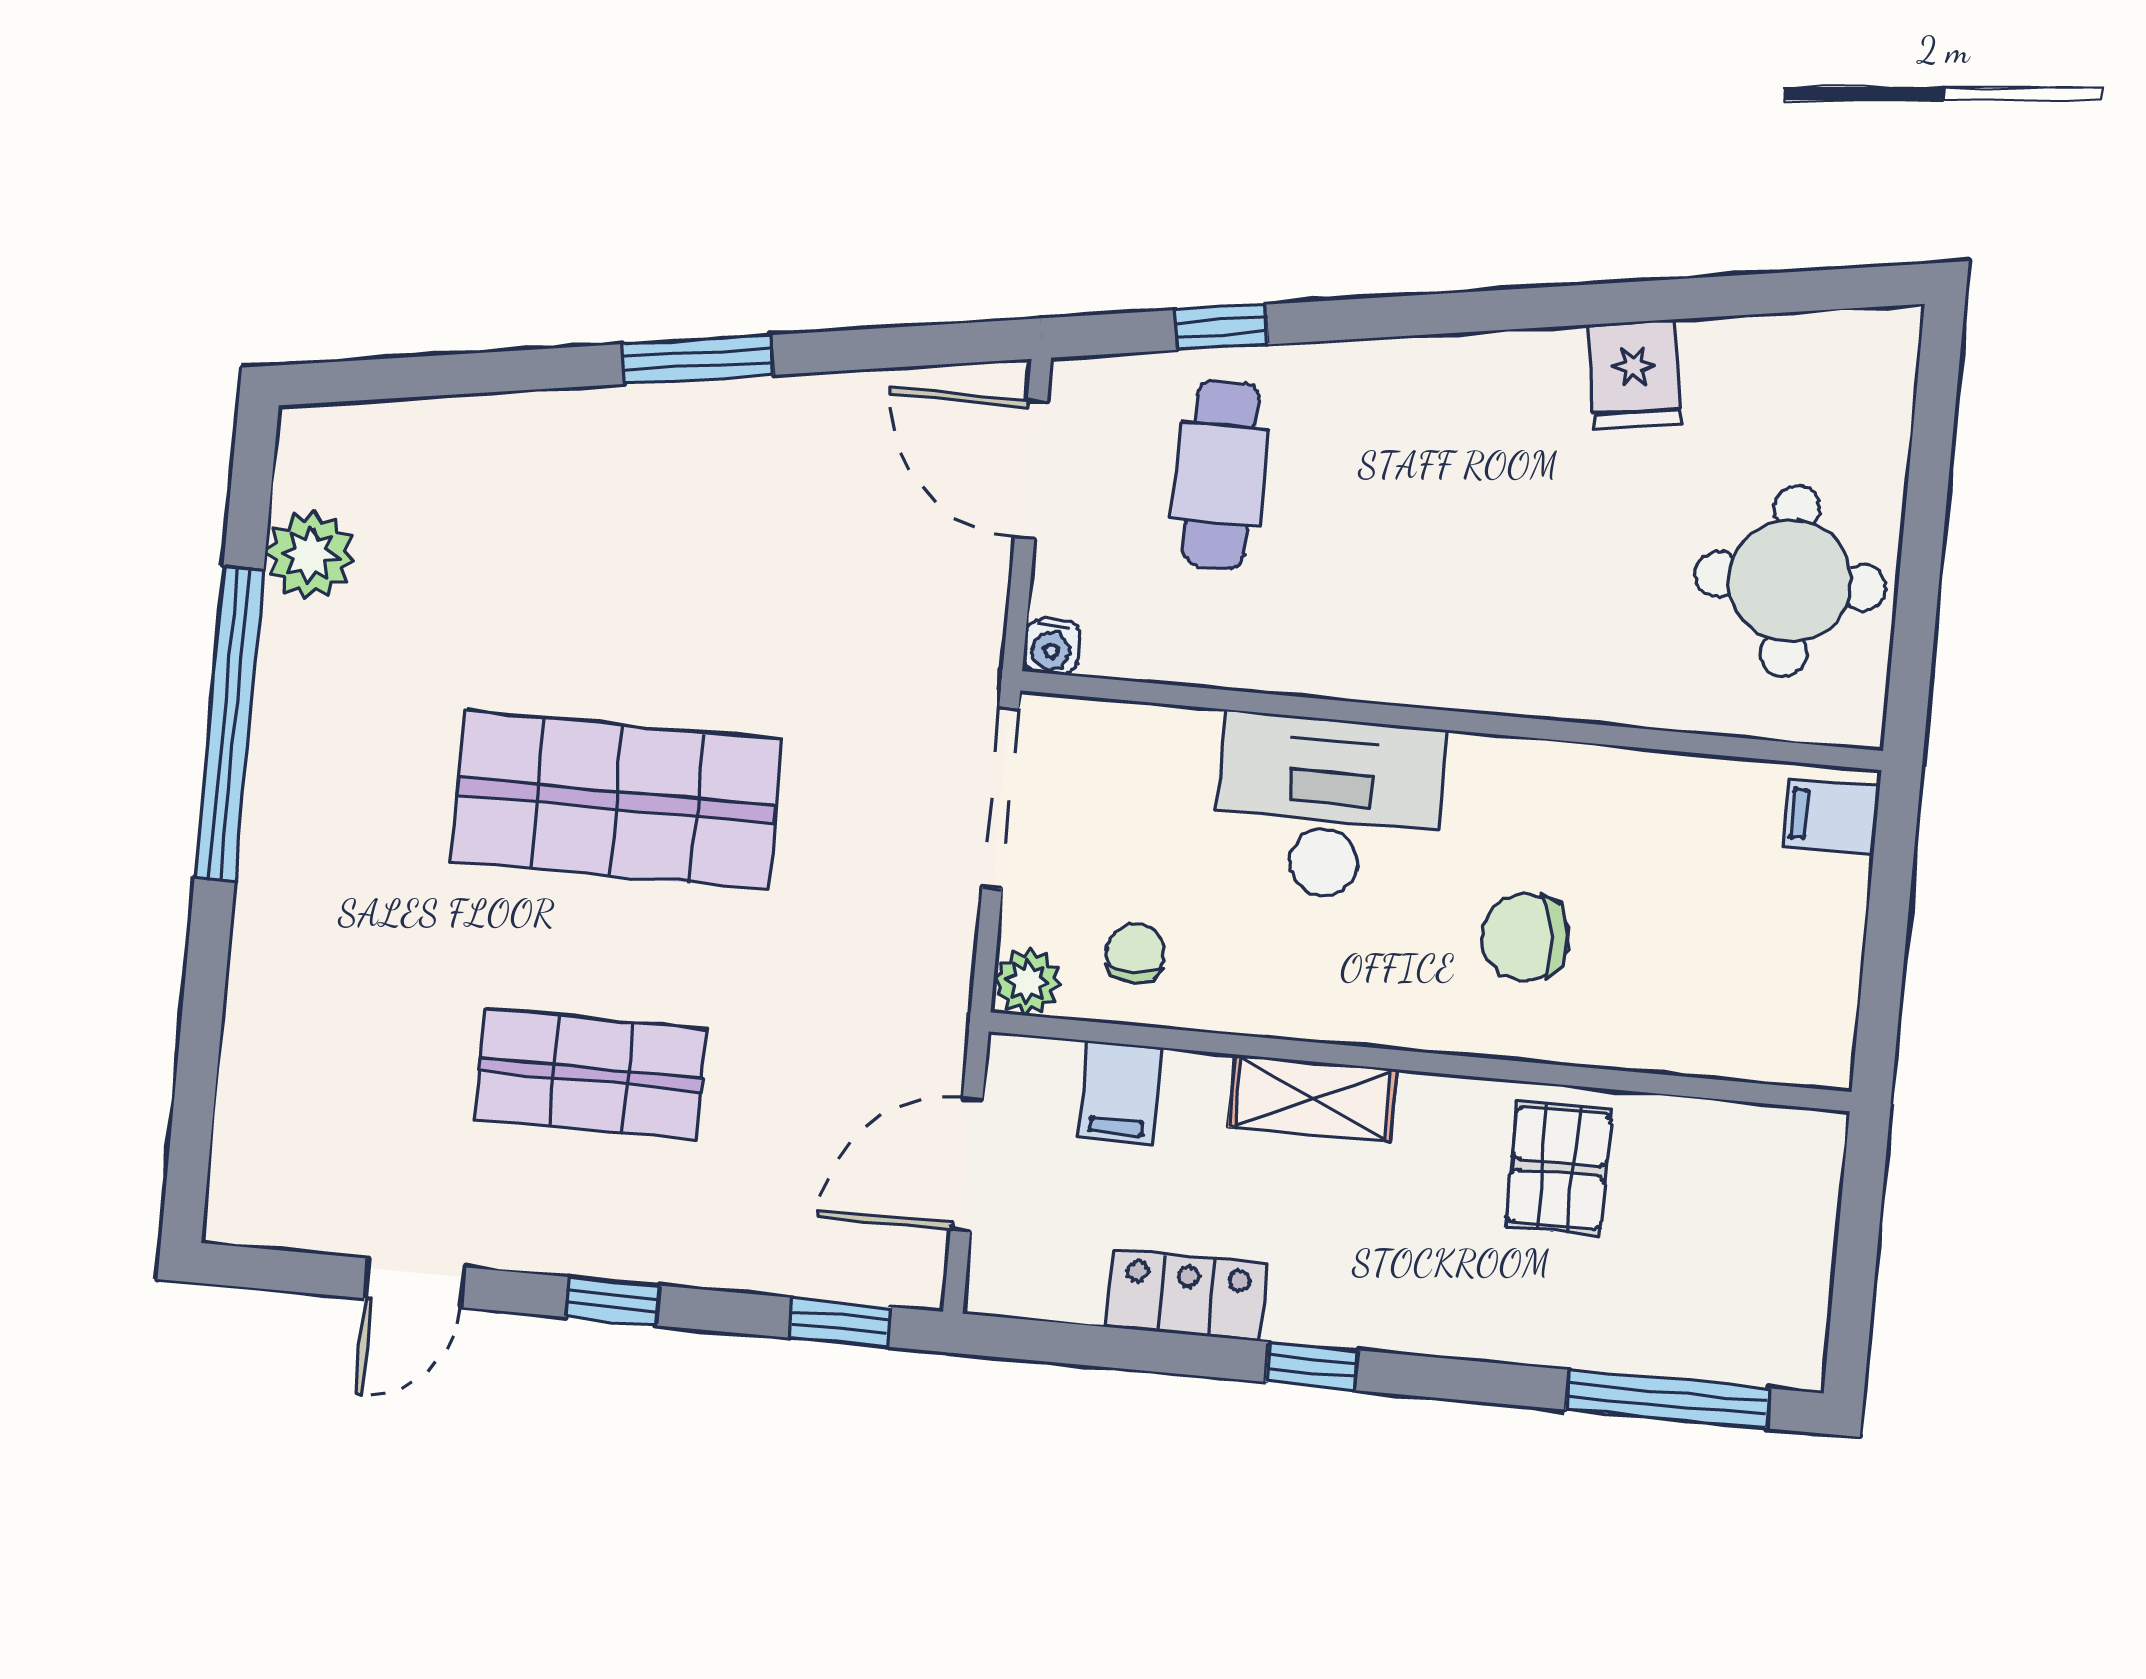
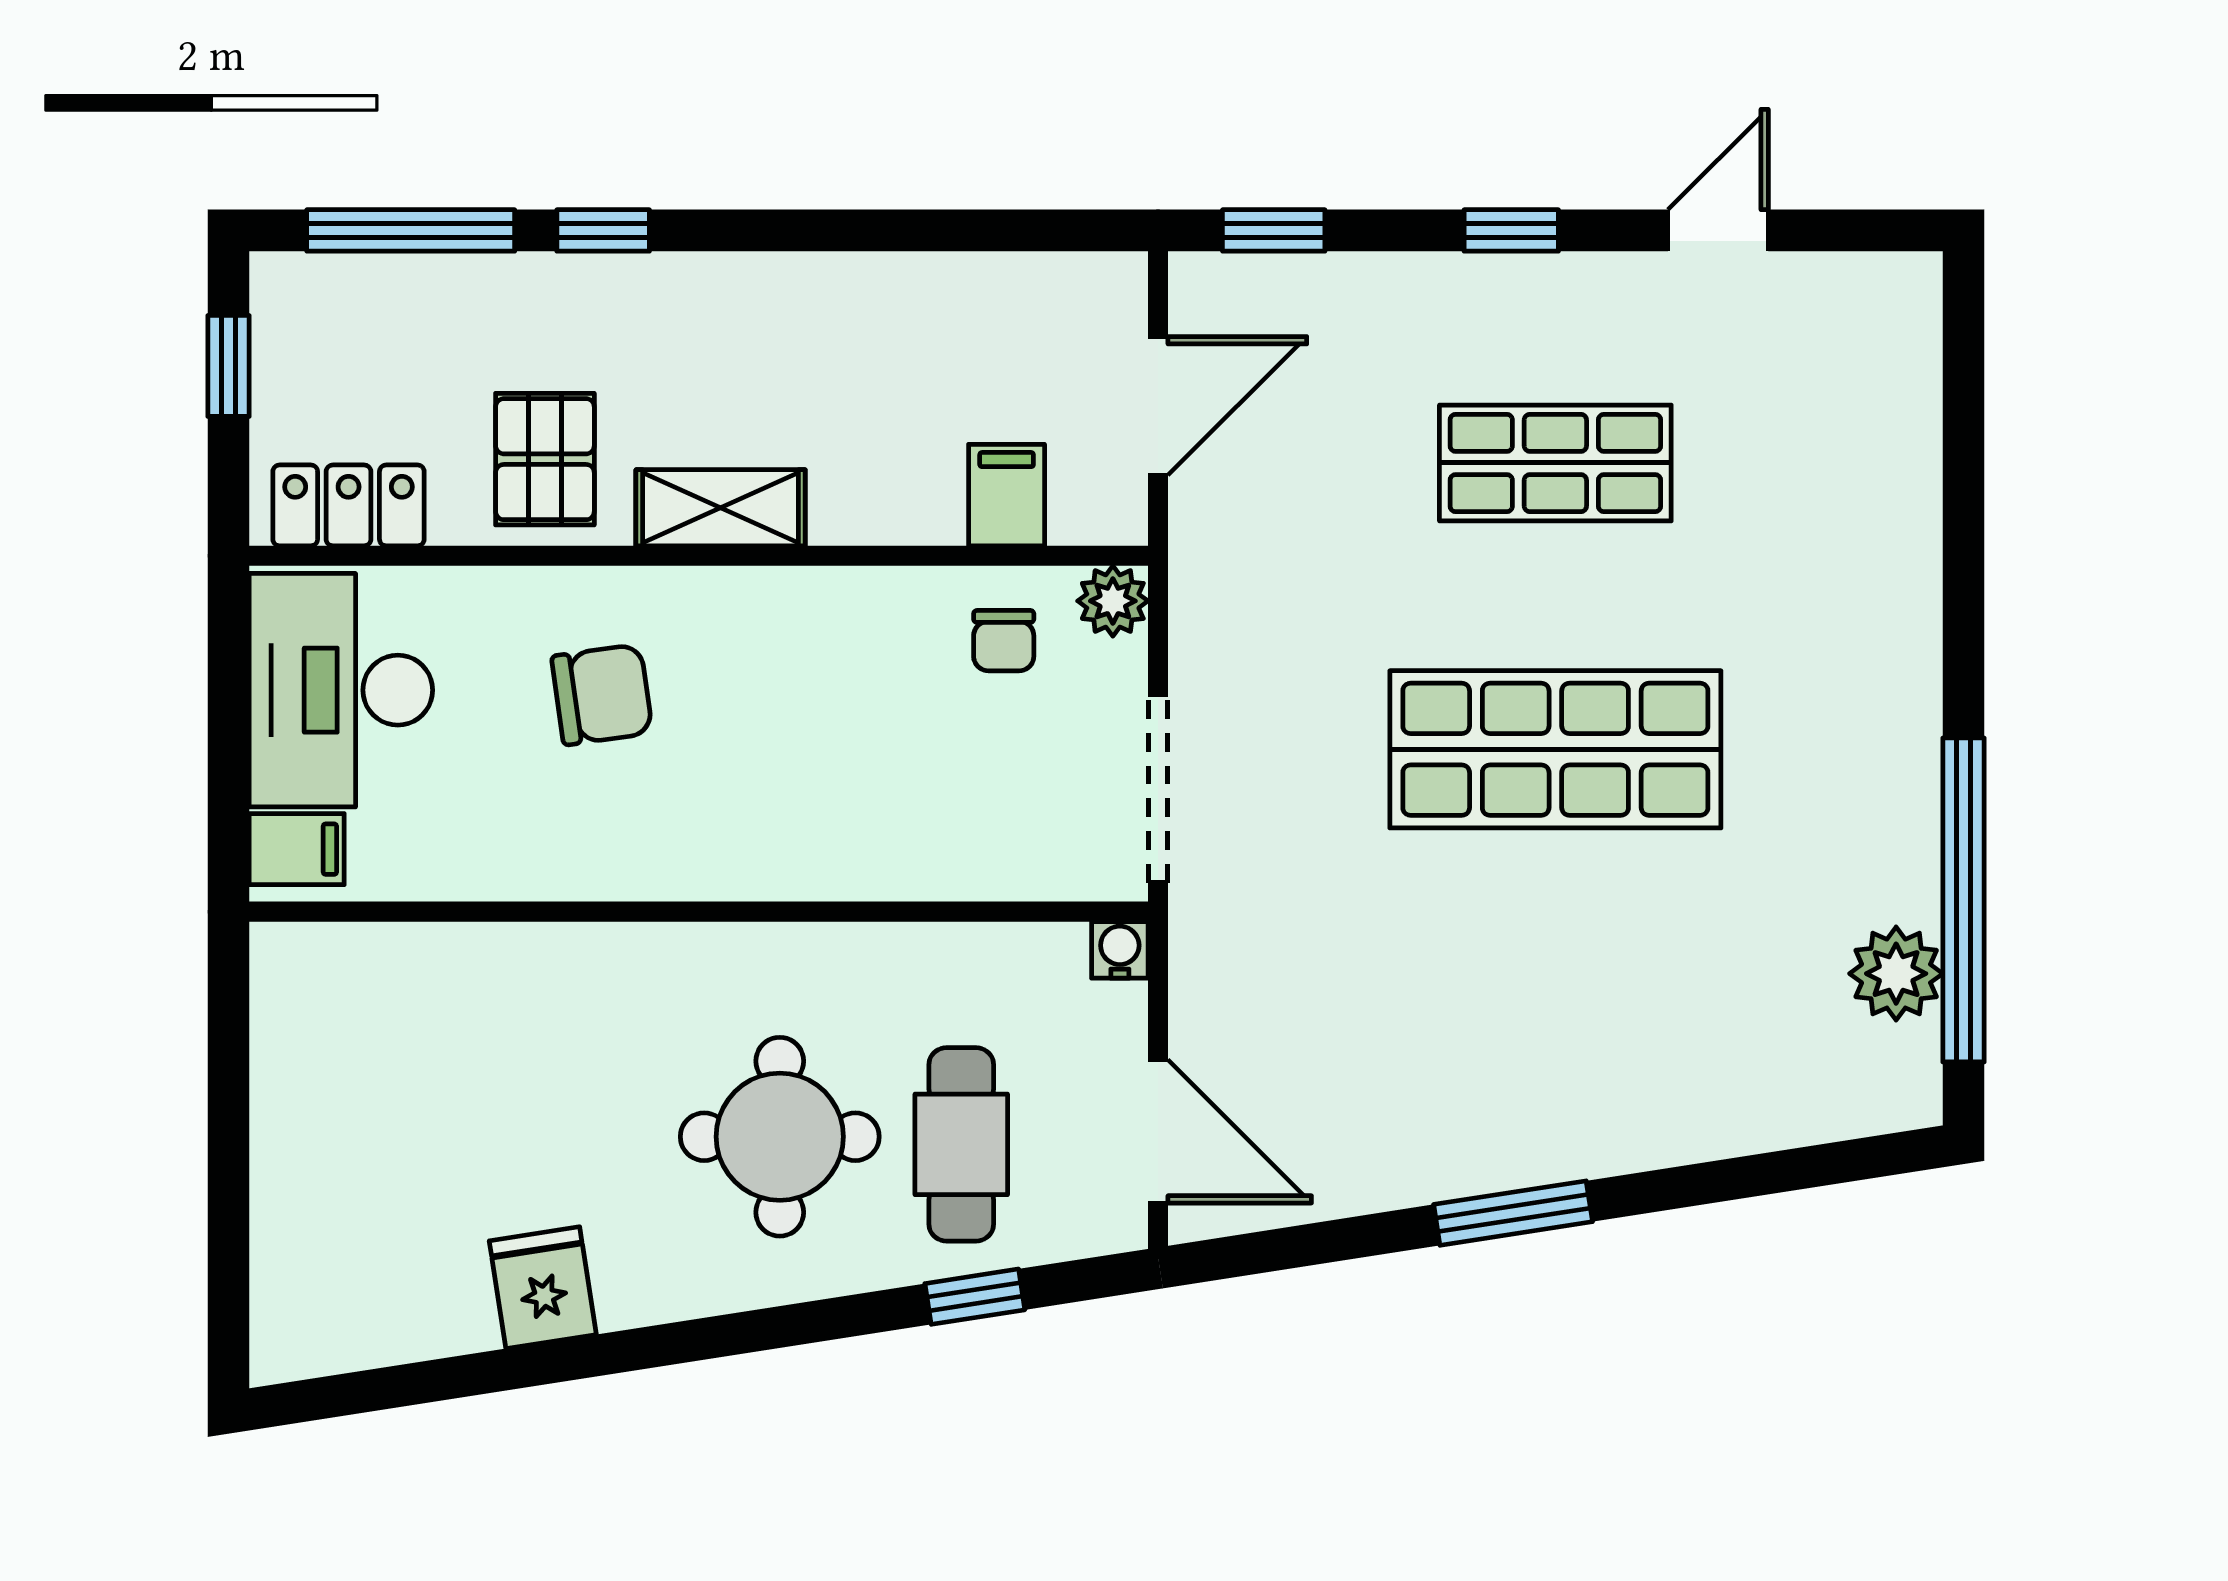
round table: (1790, 581) -> (780, 1137), moved
window: (229, 723) -> (1963, 900), moved
desk: (1329, 808) -> (341, 690), moved, turned 90
shelving: (1312, 1098) -> (721, 508), moved
window: (1854, 1285) -> (228, 366), added
locker: (1187, 1295) -> (349, 505), moved, turned 180
window: (1312, 1366) -> (603, 230), moved

